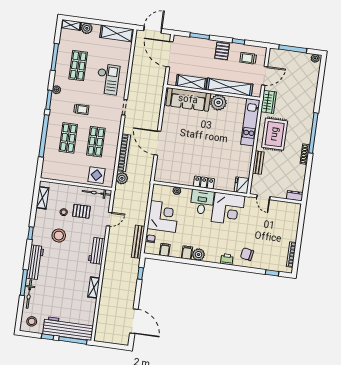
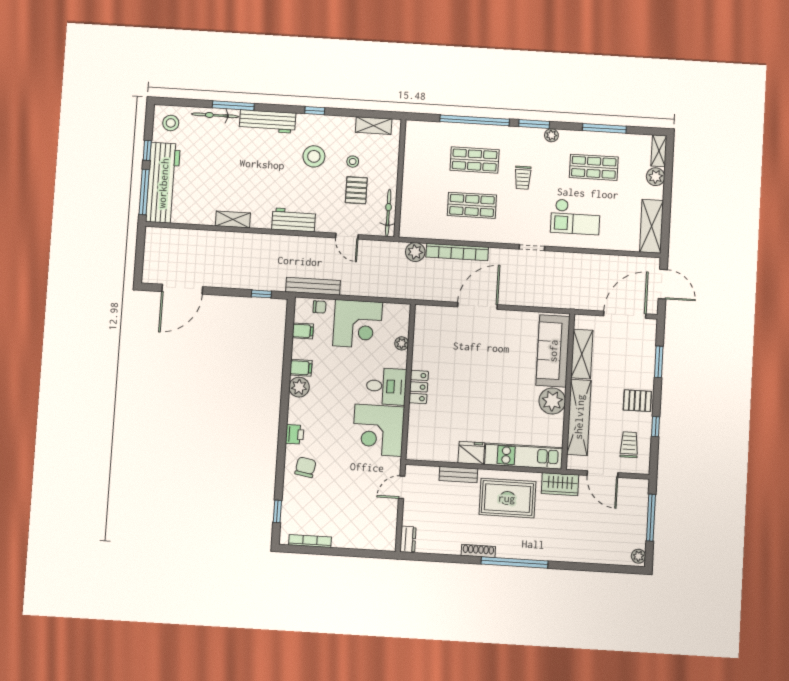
display table: (96, 175) -> (417, 210), removed
fridge: (242, 185) -> (471, 453), moved

